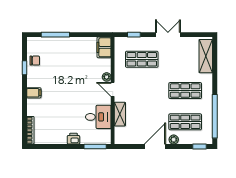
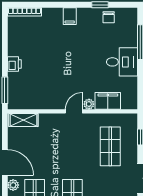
filing cabinet: (104, 47) -> (108, 101), moved
shelving: (120, 114) -> (23, 120), moved
desk: (98, 117) -> (122, 62), moved, turned -90

